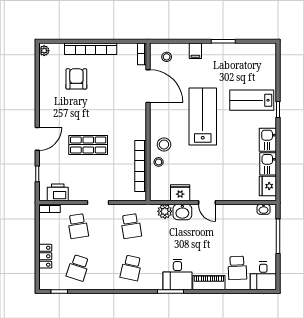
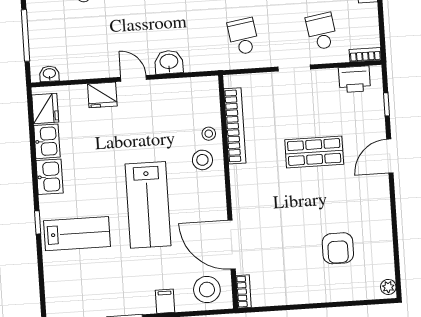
bookcase: (91, 49) -> (320, 294), removed
stool: (167, 57) -> (207, 289), width x1.89, depth x1.89
fridge: (180, 193) -> (102, 95), moved
plant: (165, 211) -> (195, 61), removed

